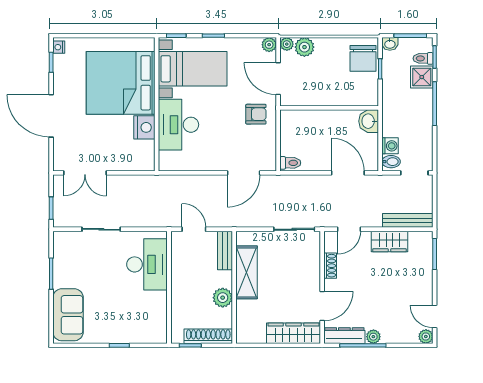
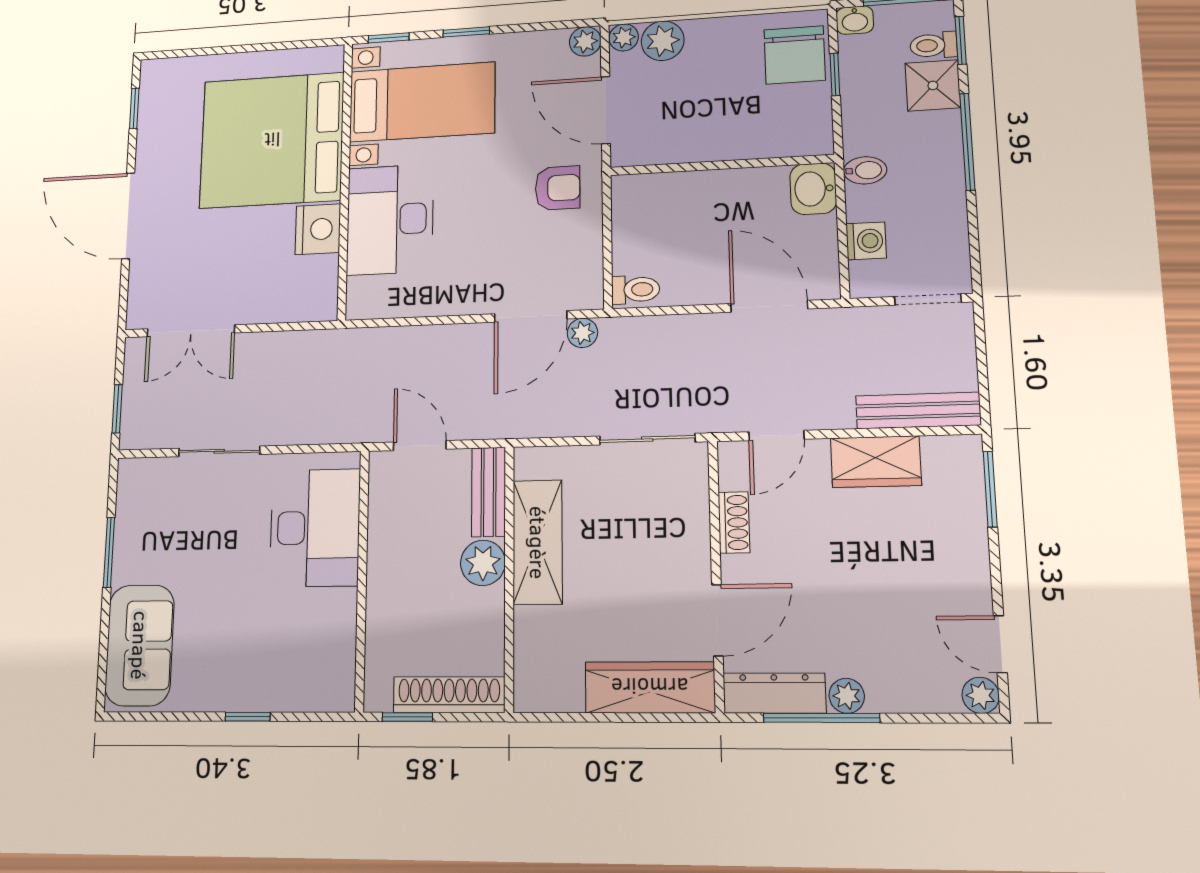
nightstand: (59, 47) -> (151, 78), removed
bidet: (391, 162) -> (865, 170), moved
plant: (267, 181) -> (582, 333), added
plant: (223, 298) -> (483, 563), moved

